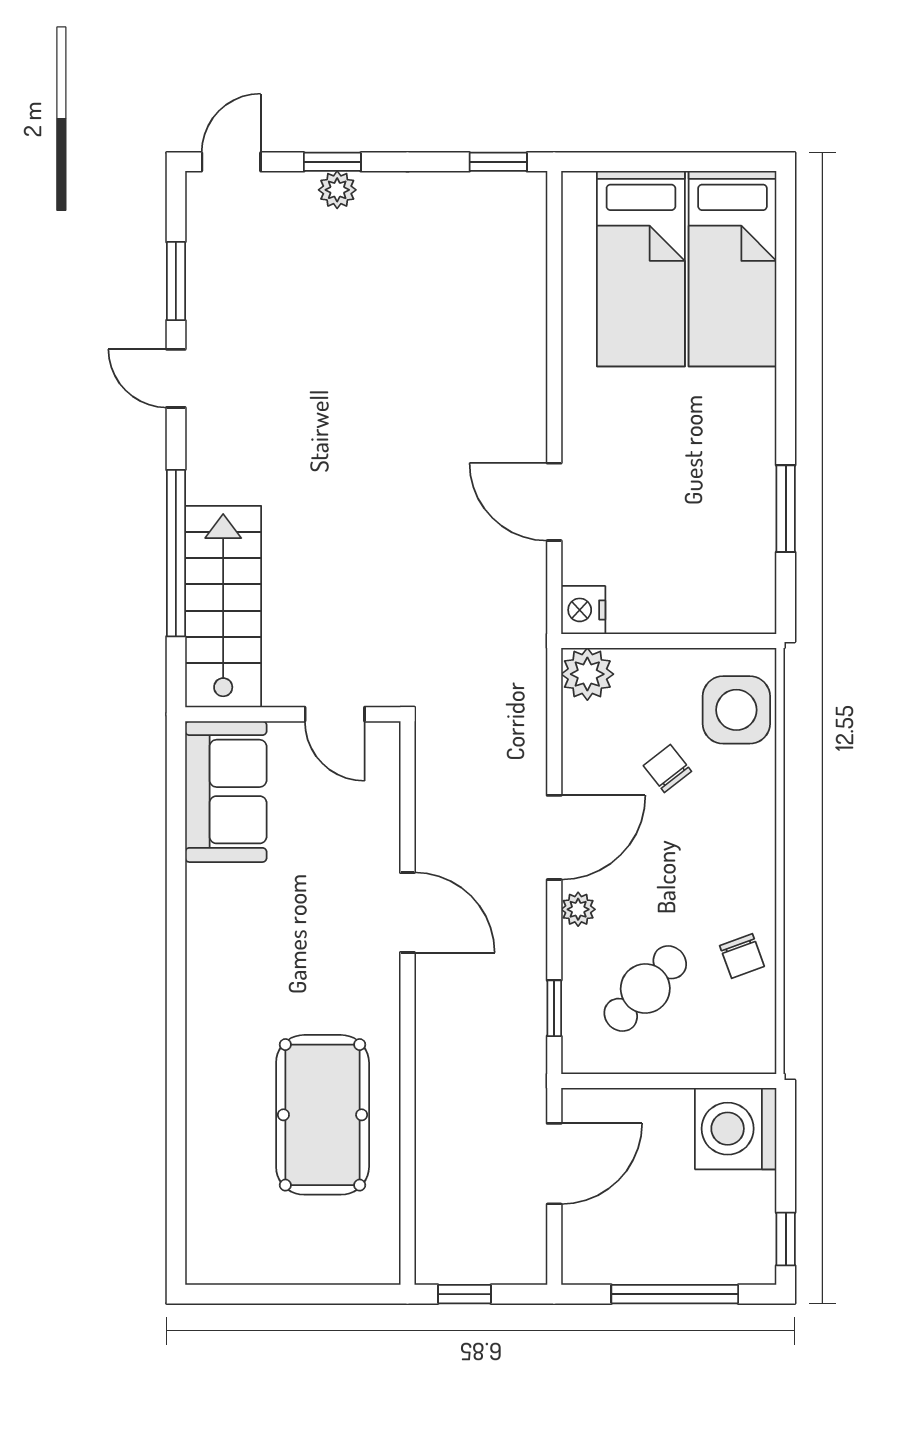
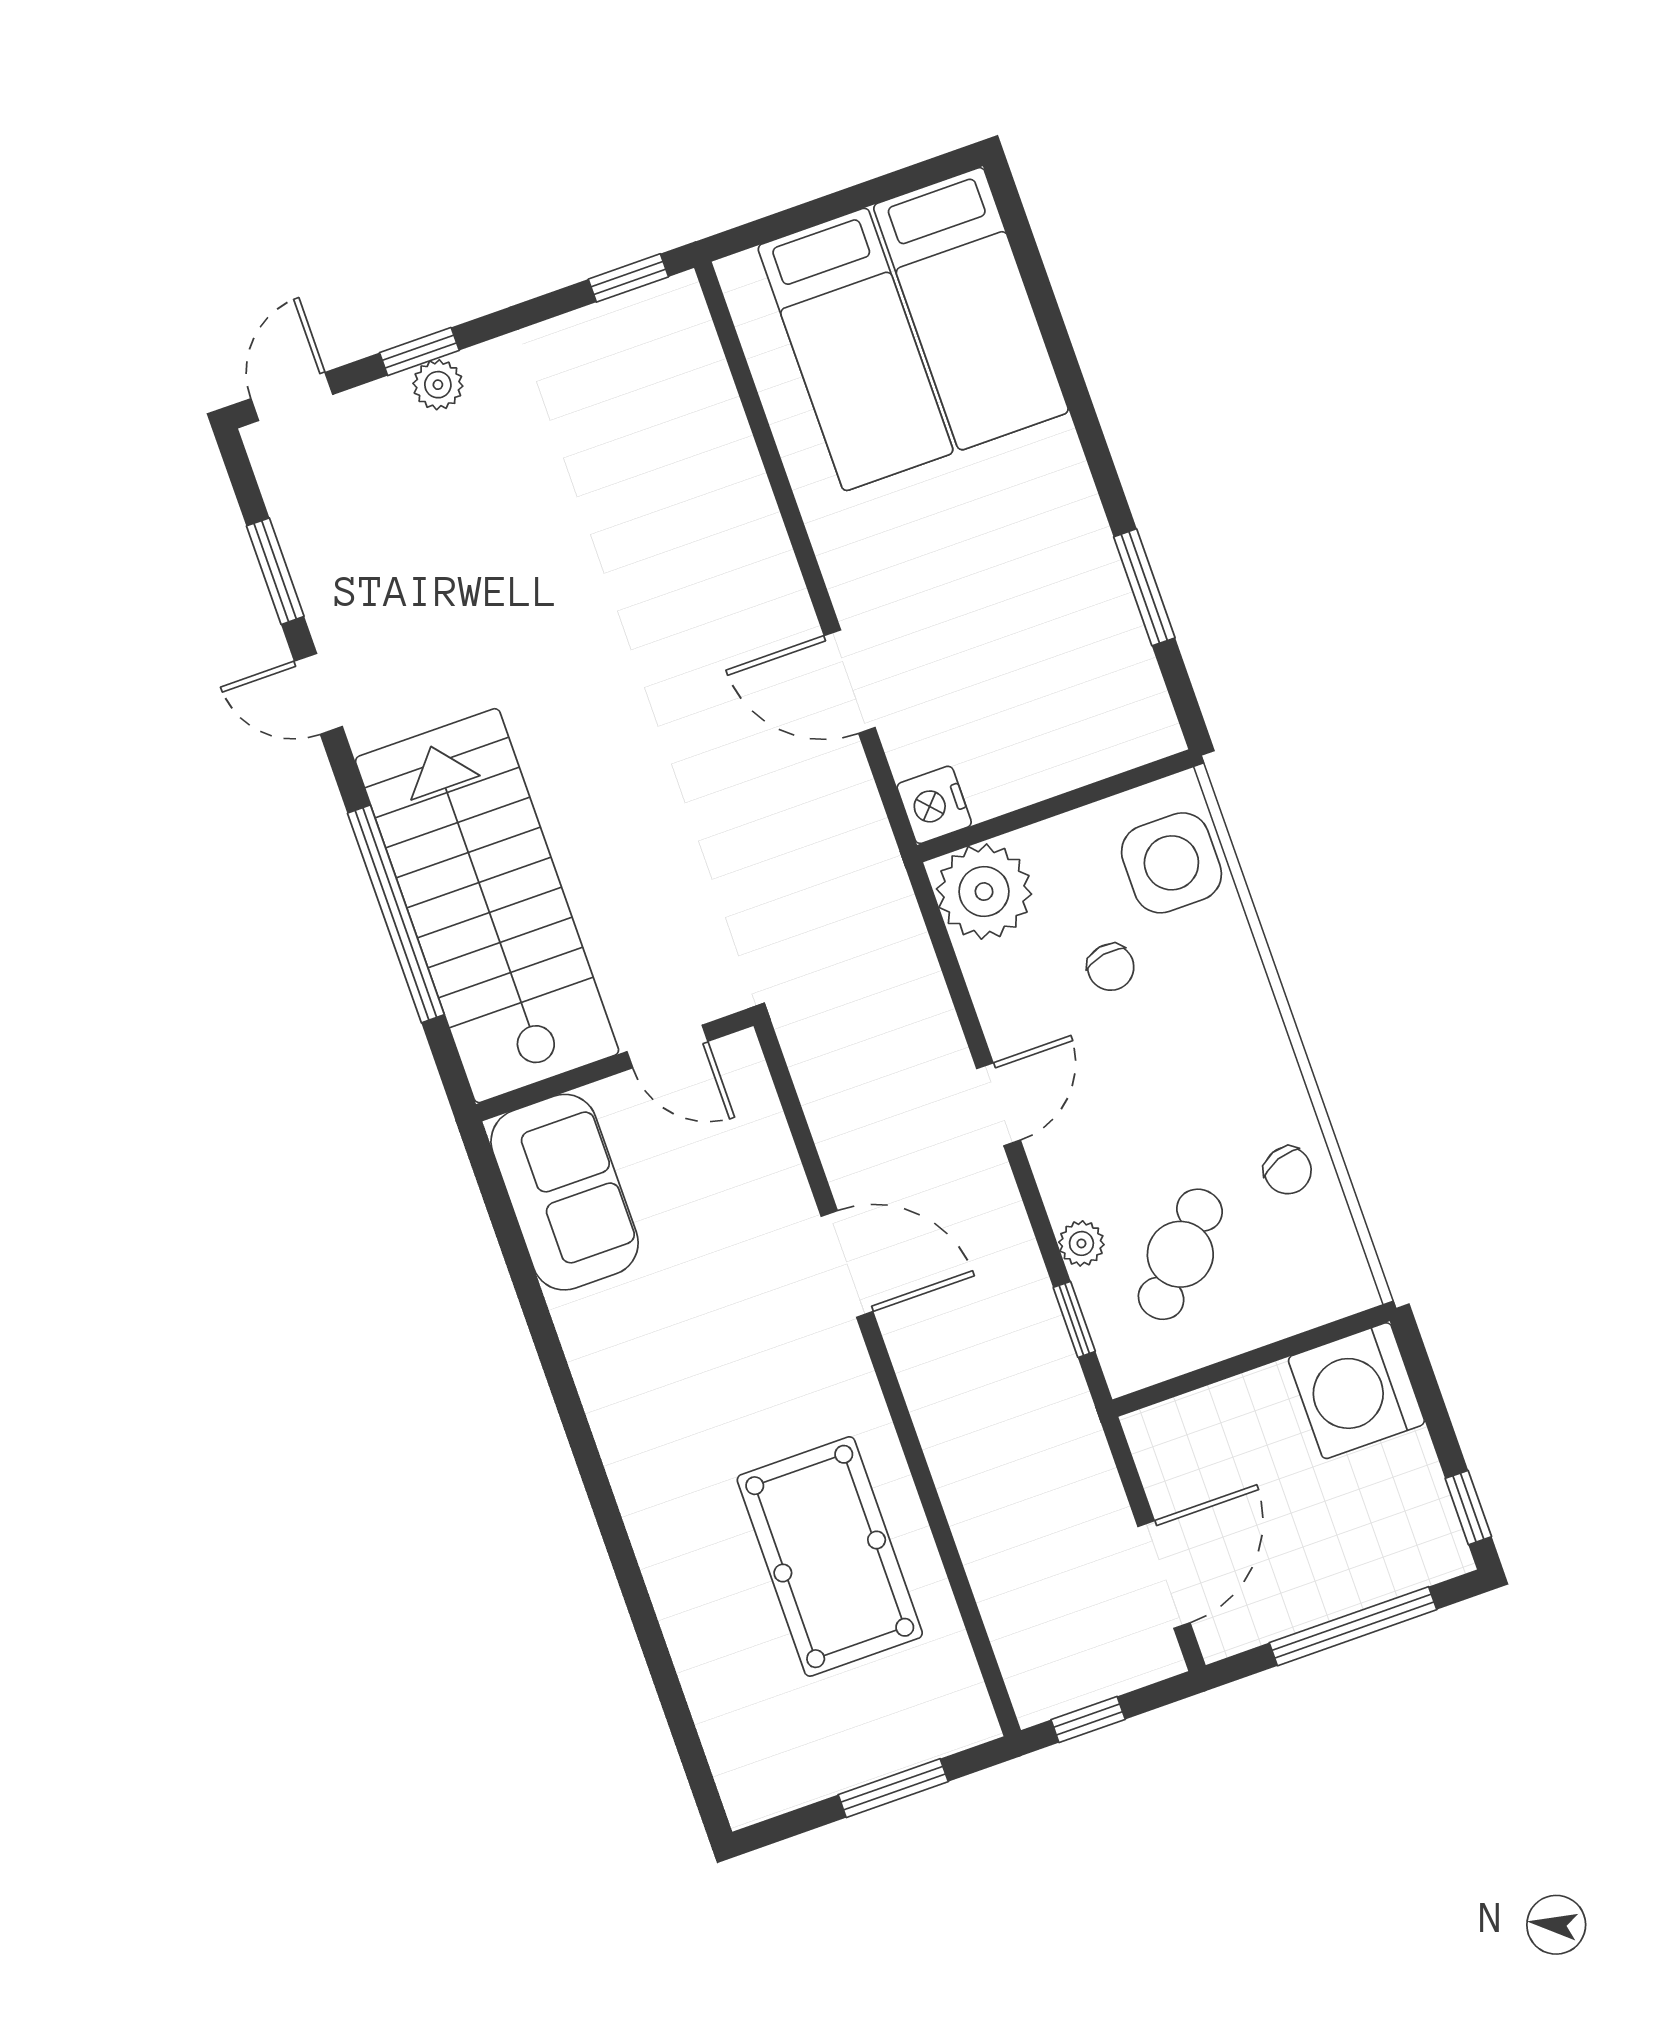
stairs: (223, 607) -> (487, 906), width x1.36, depth x1.51
plant: (587, 674) -> (984, 892), width x1.36, depth x1.36
chair: (667, 769) -> (1111, 967), turned -152
door: (554, 837) -> (999, 1104), width x0.73
plant: (578, 909) -> (1081, 1243), moved
door: (554, 1164) -> (1164, 1575), moved
window: (310, 1294) -> (893, 1788), added

